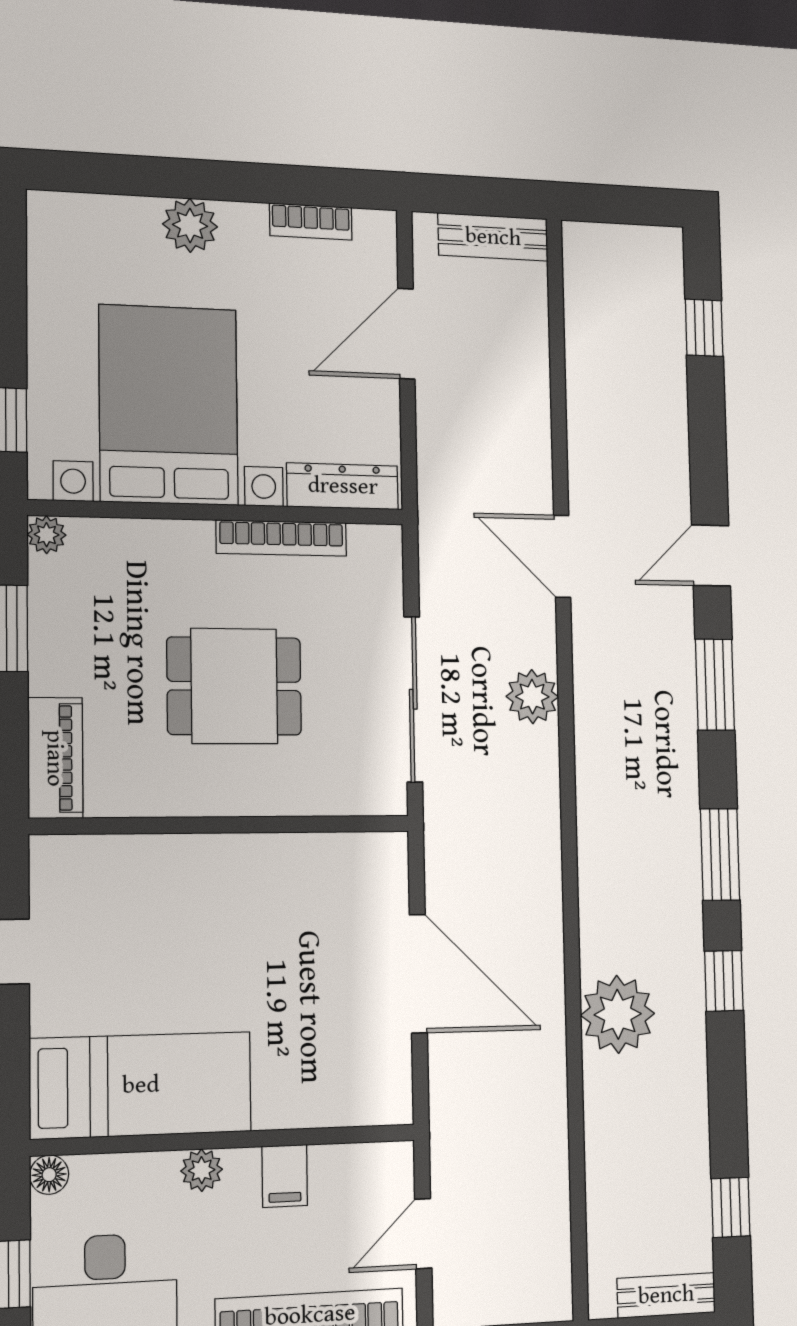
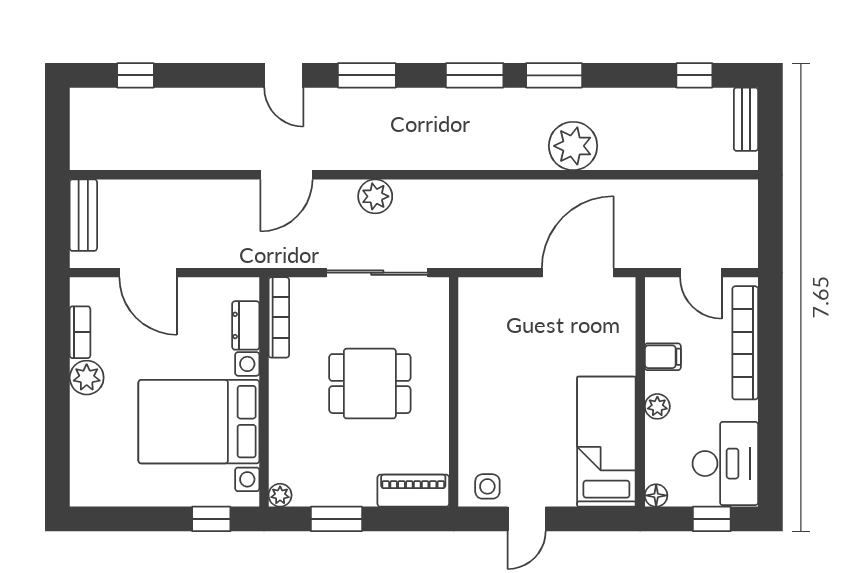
plant: (190, 225) -> (87, 378), moved
dresser: (343, 486) -> (246, 325), width x0.70
bookcase: (281, 538) -> (279, 317), moved
dining table: (234, 686) -> (370, 384), turned 90
side table: (63, 884) -> (487, 486), added
door: (418, 974) -> (578, 273), moved
window: (724, 981) -> (554, 75), width x1.50

